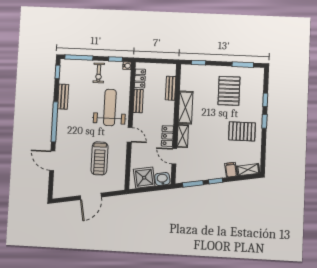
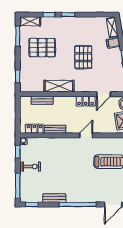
weight bench: (110, 107) -> (62, 155), removed
pallet: (242, 131) -> (83, 57), moved
shelving: (183, 136) -> (30, 21), moved

